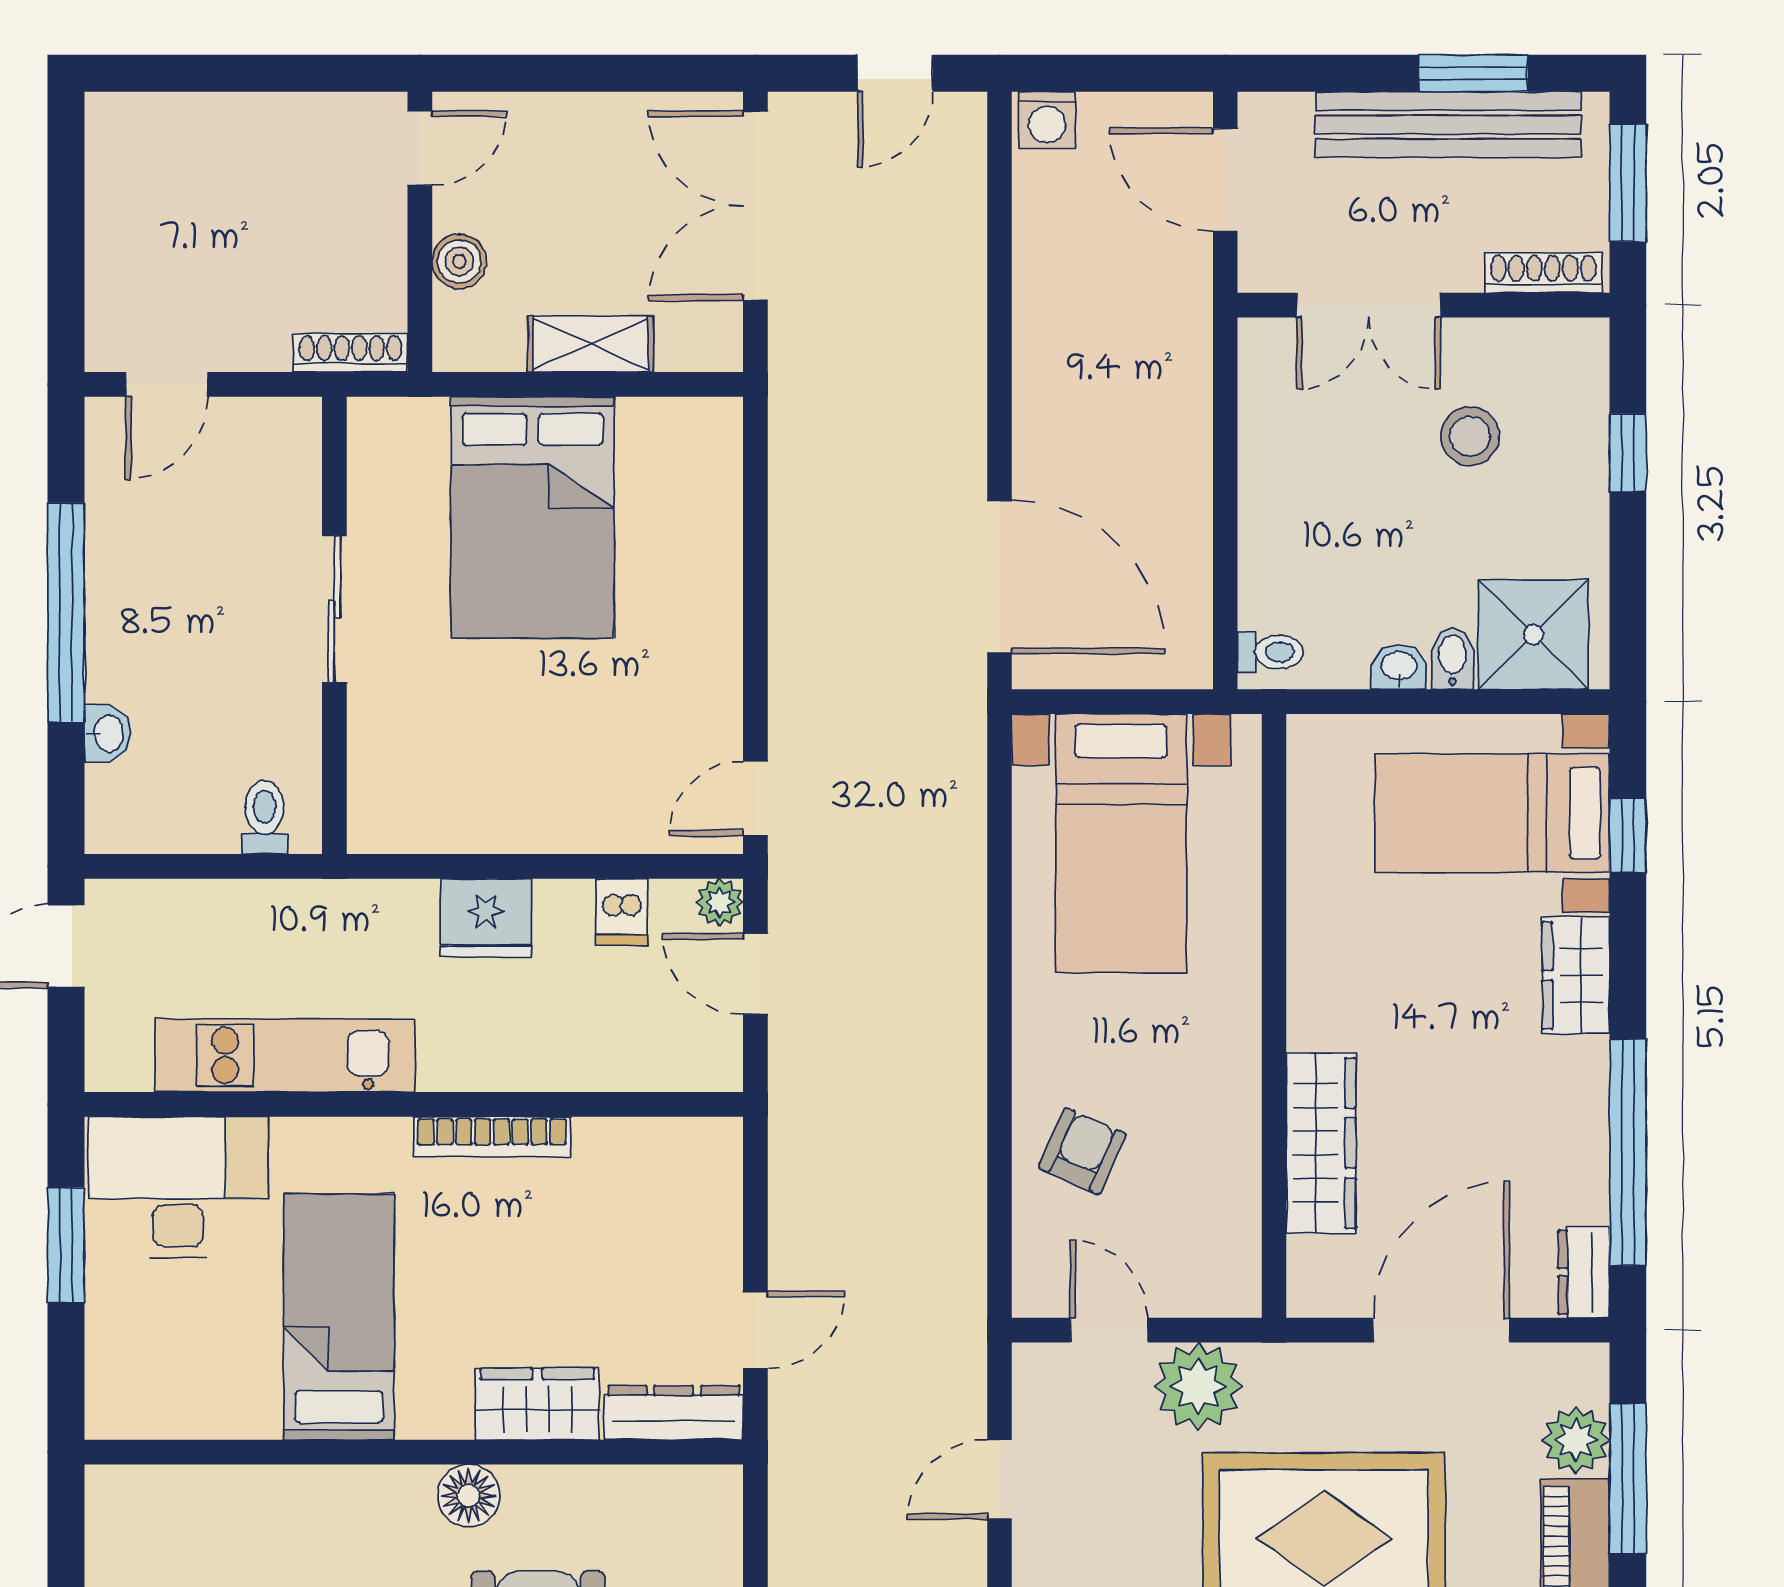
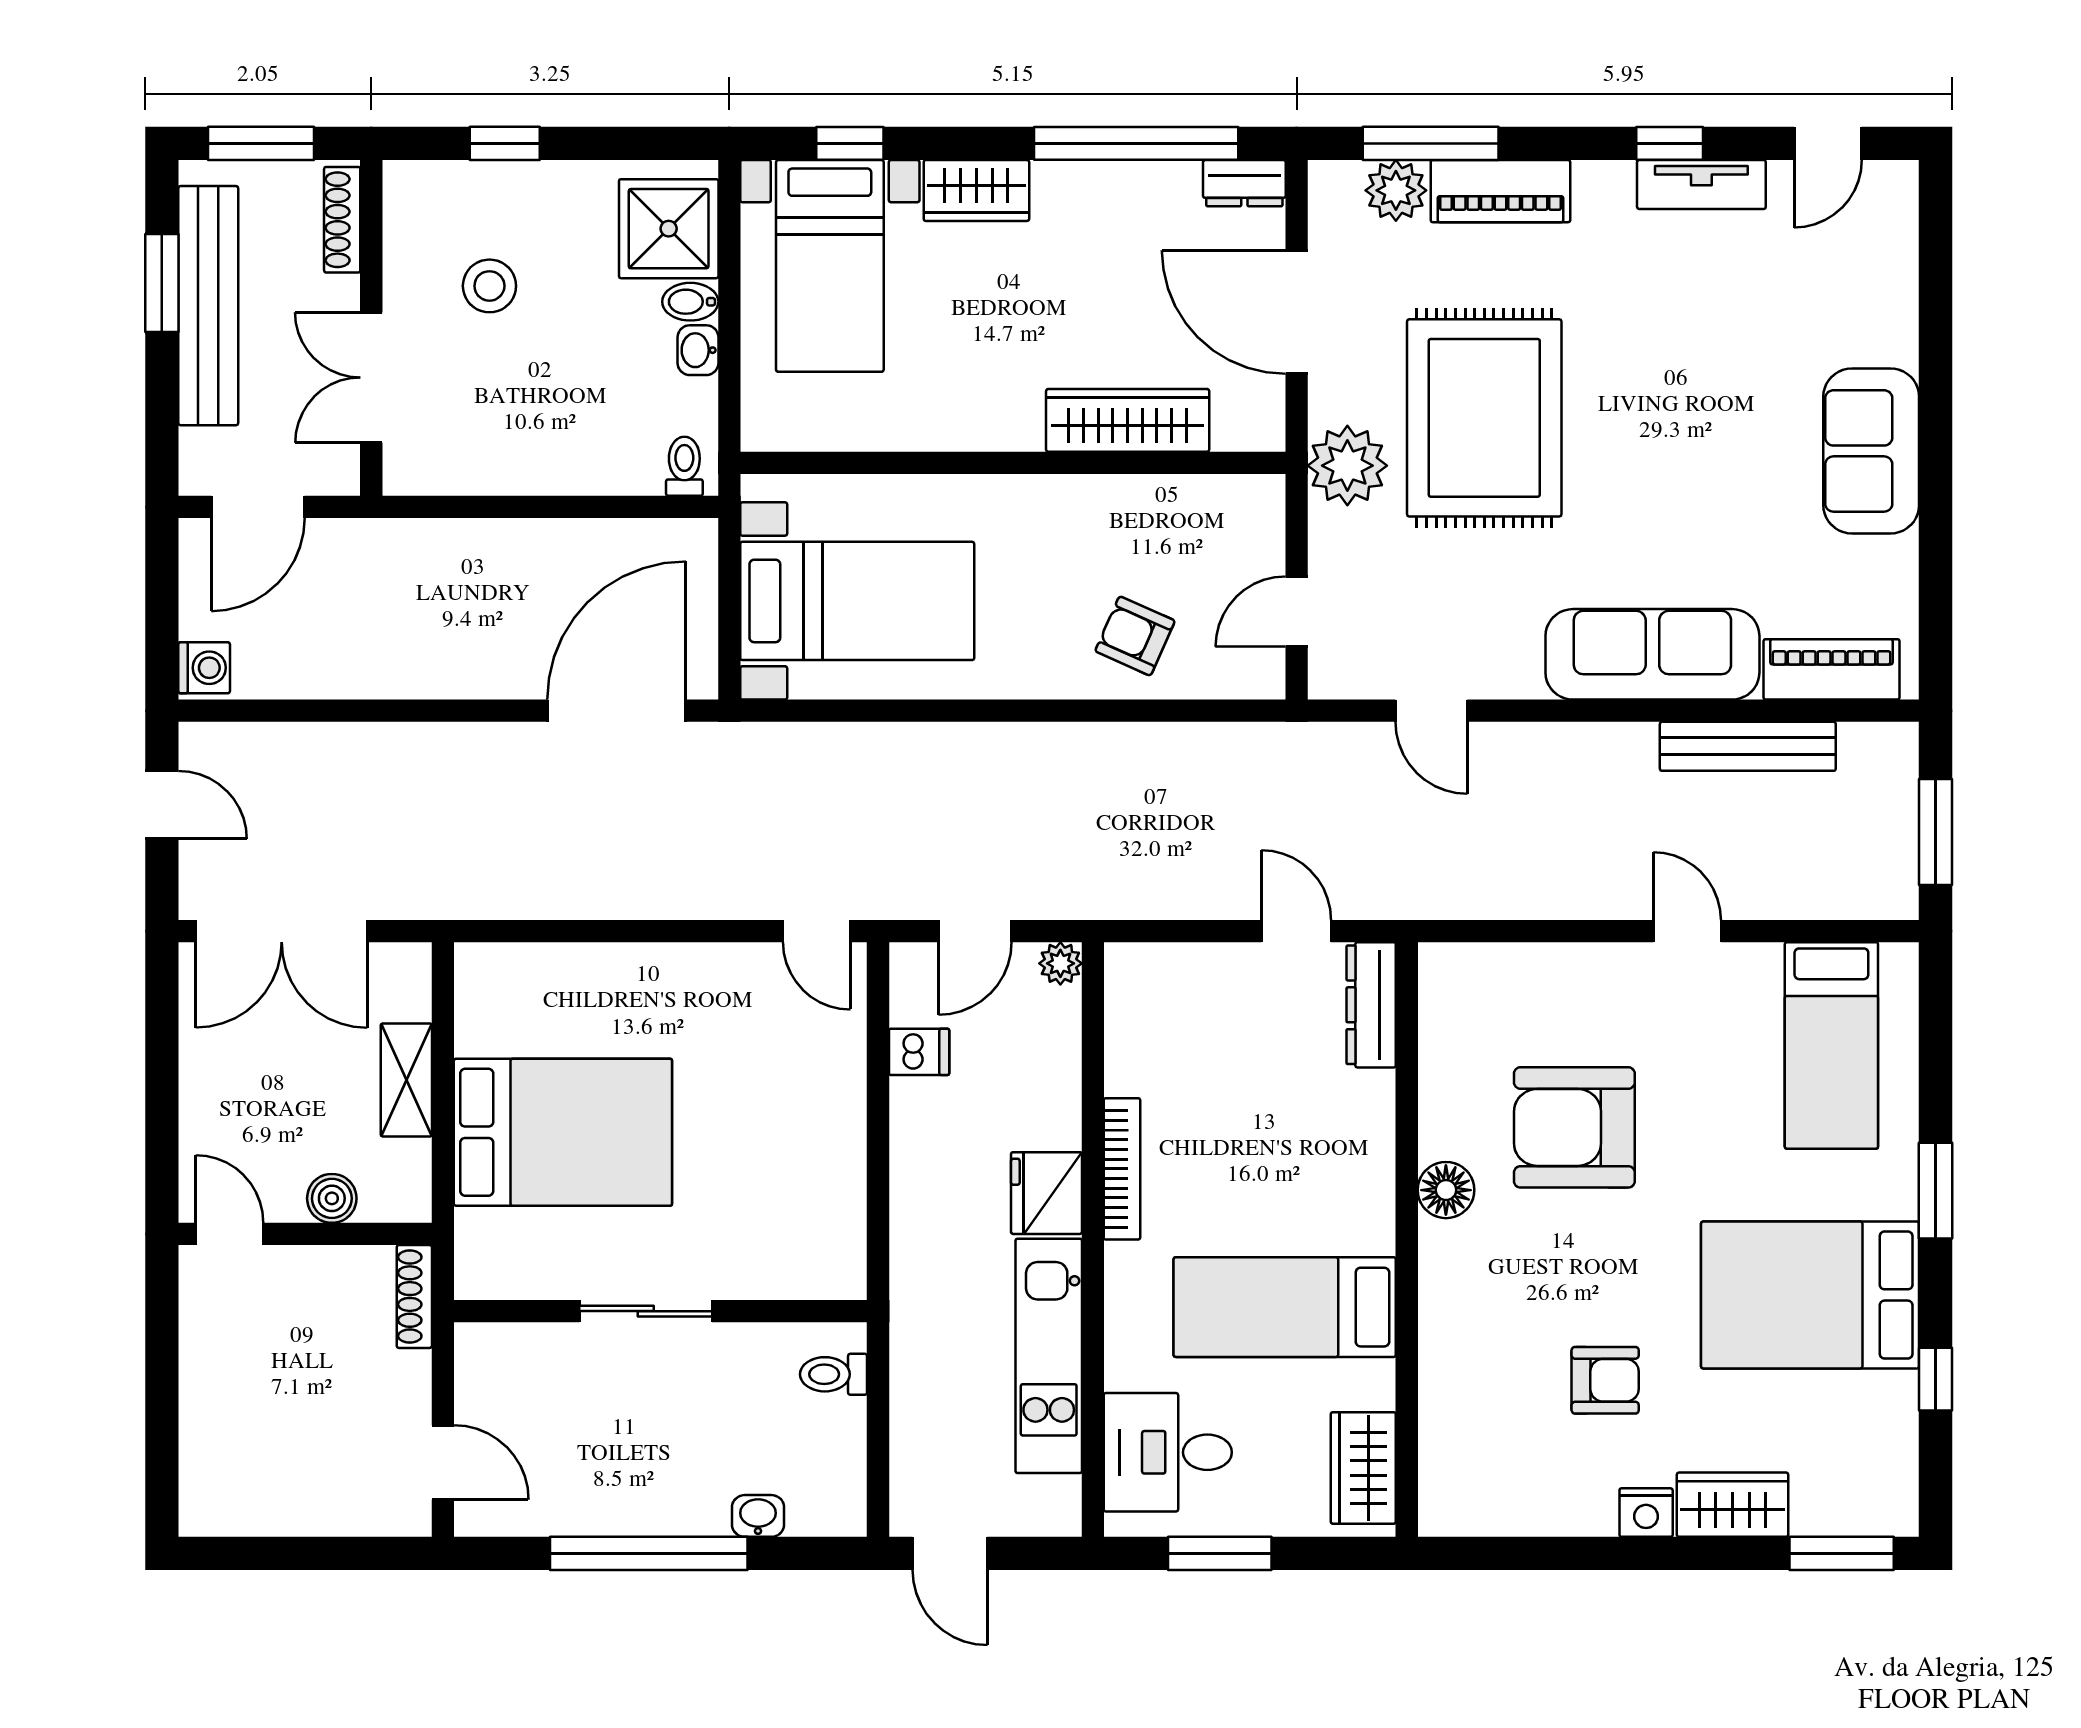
double door: (1369, 305) -> (371, 378), swing flipped
plant: (720, 902) -> (1060, 963), moved
fridge: (486, 918) -> (1046, 1193), moved, turned 180
desk: (178, 1187) -> (1168, 1452), width x0.73
plant: (1198, 1386) -> (1347, 466), moved
wardrobe: (537, 1404) -> (1363, 1468), moved

